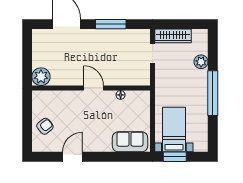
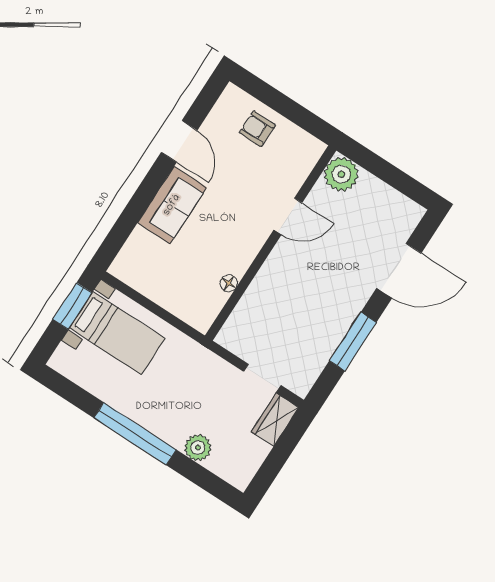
wardrobe: (173, 36) -> (275, 420), width x0.67
door: (94, 88) -> (288, 216), moved
armchair: (45, 126) -> (257, 129), turned 129
sofa: (130, 142) -> (172, 205), moved

